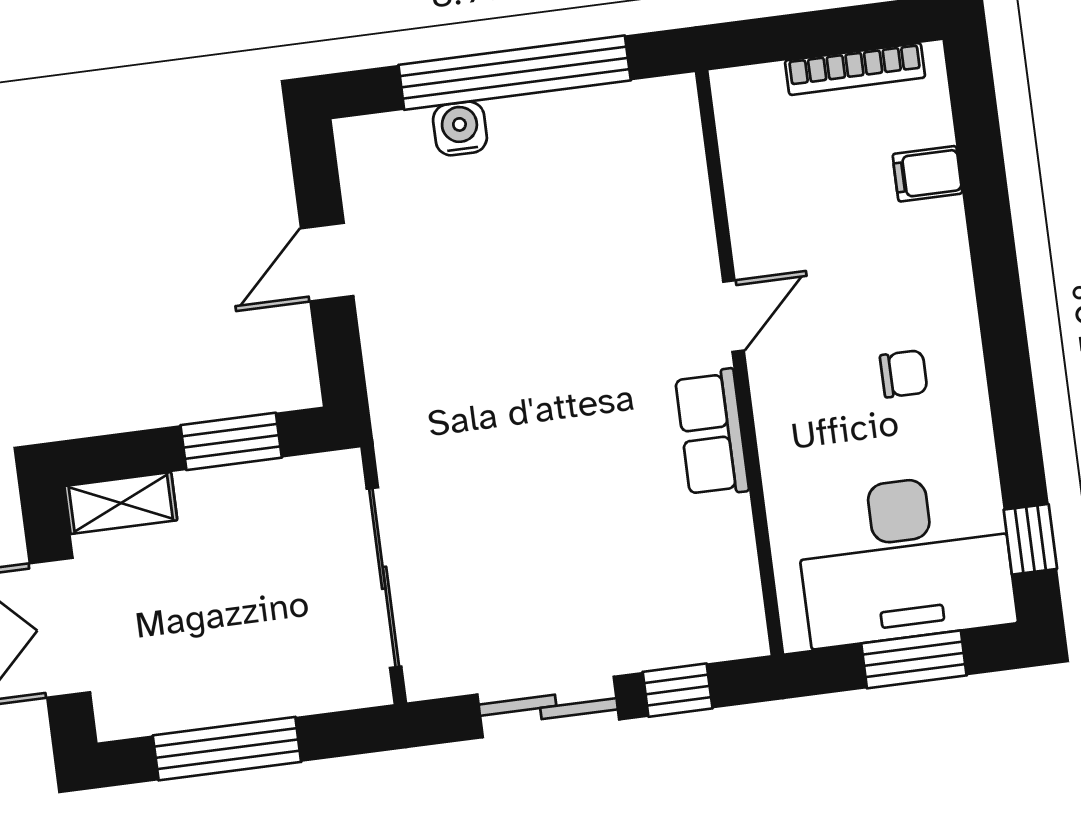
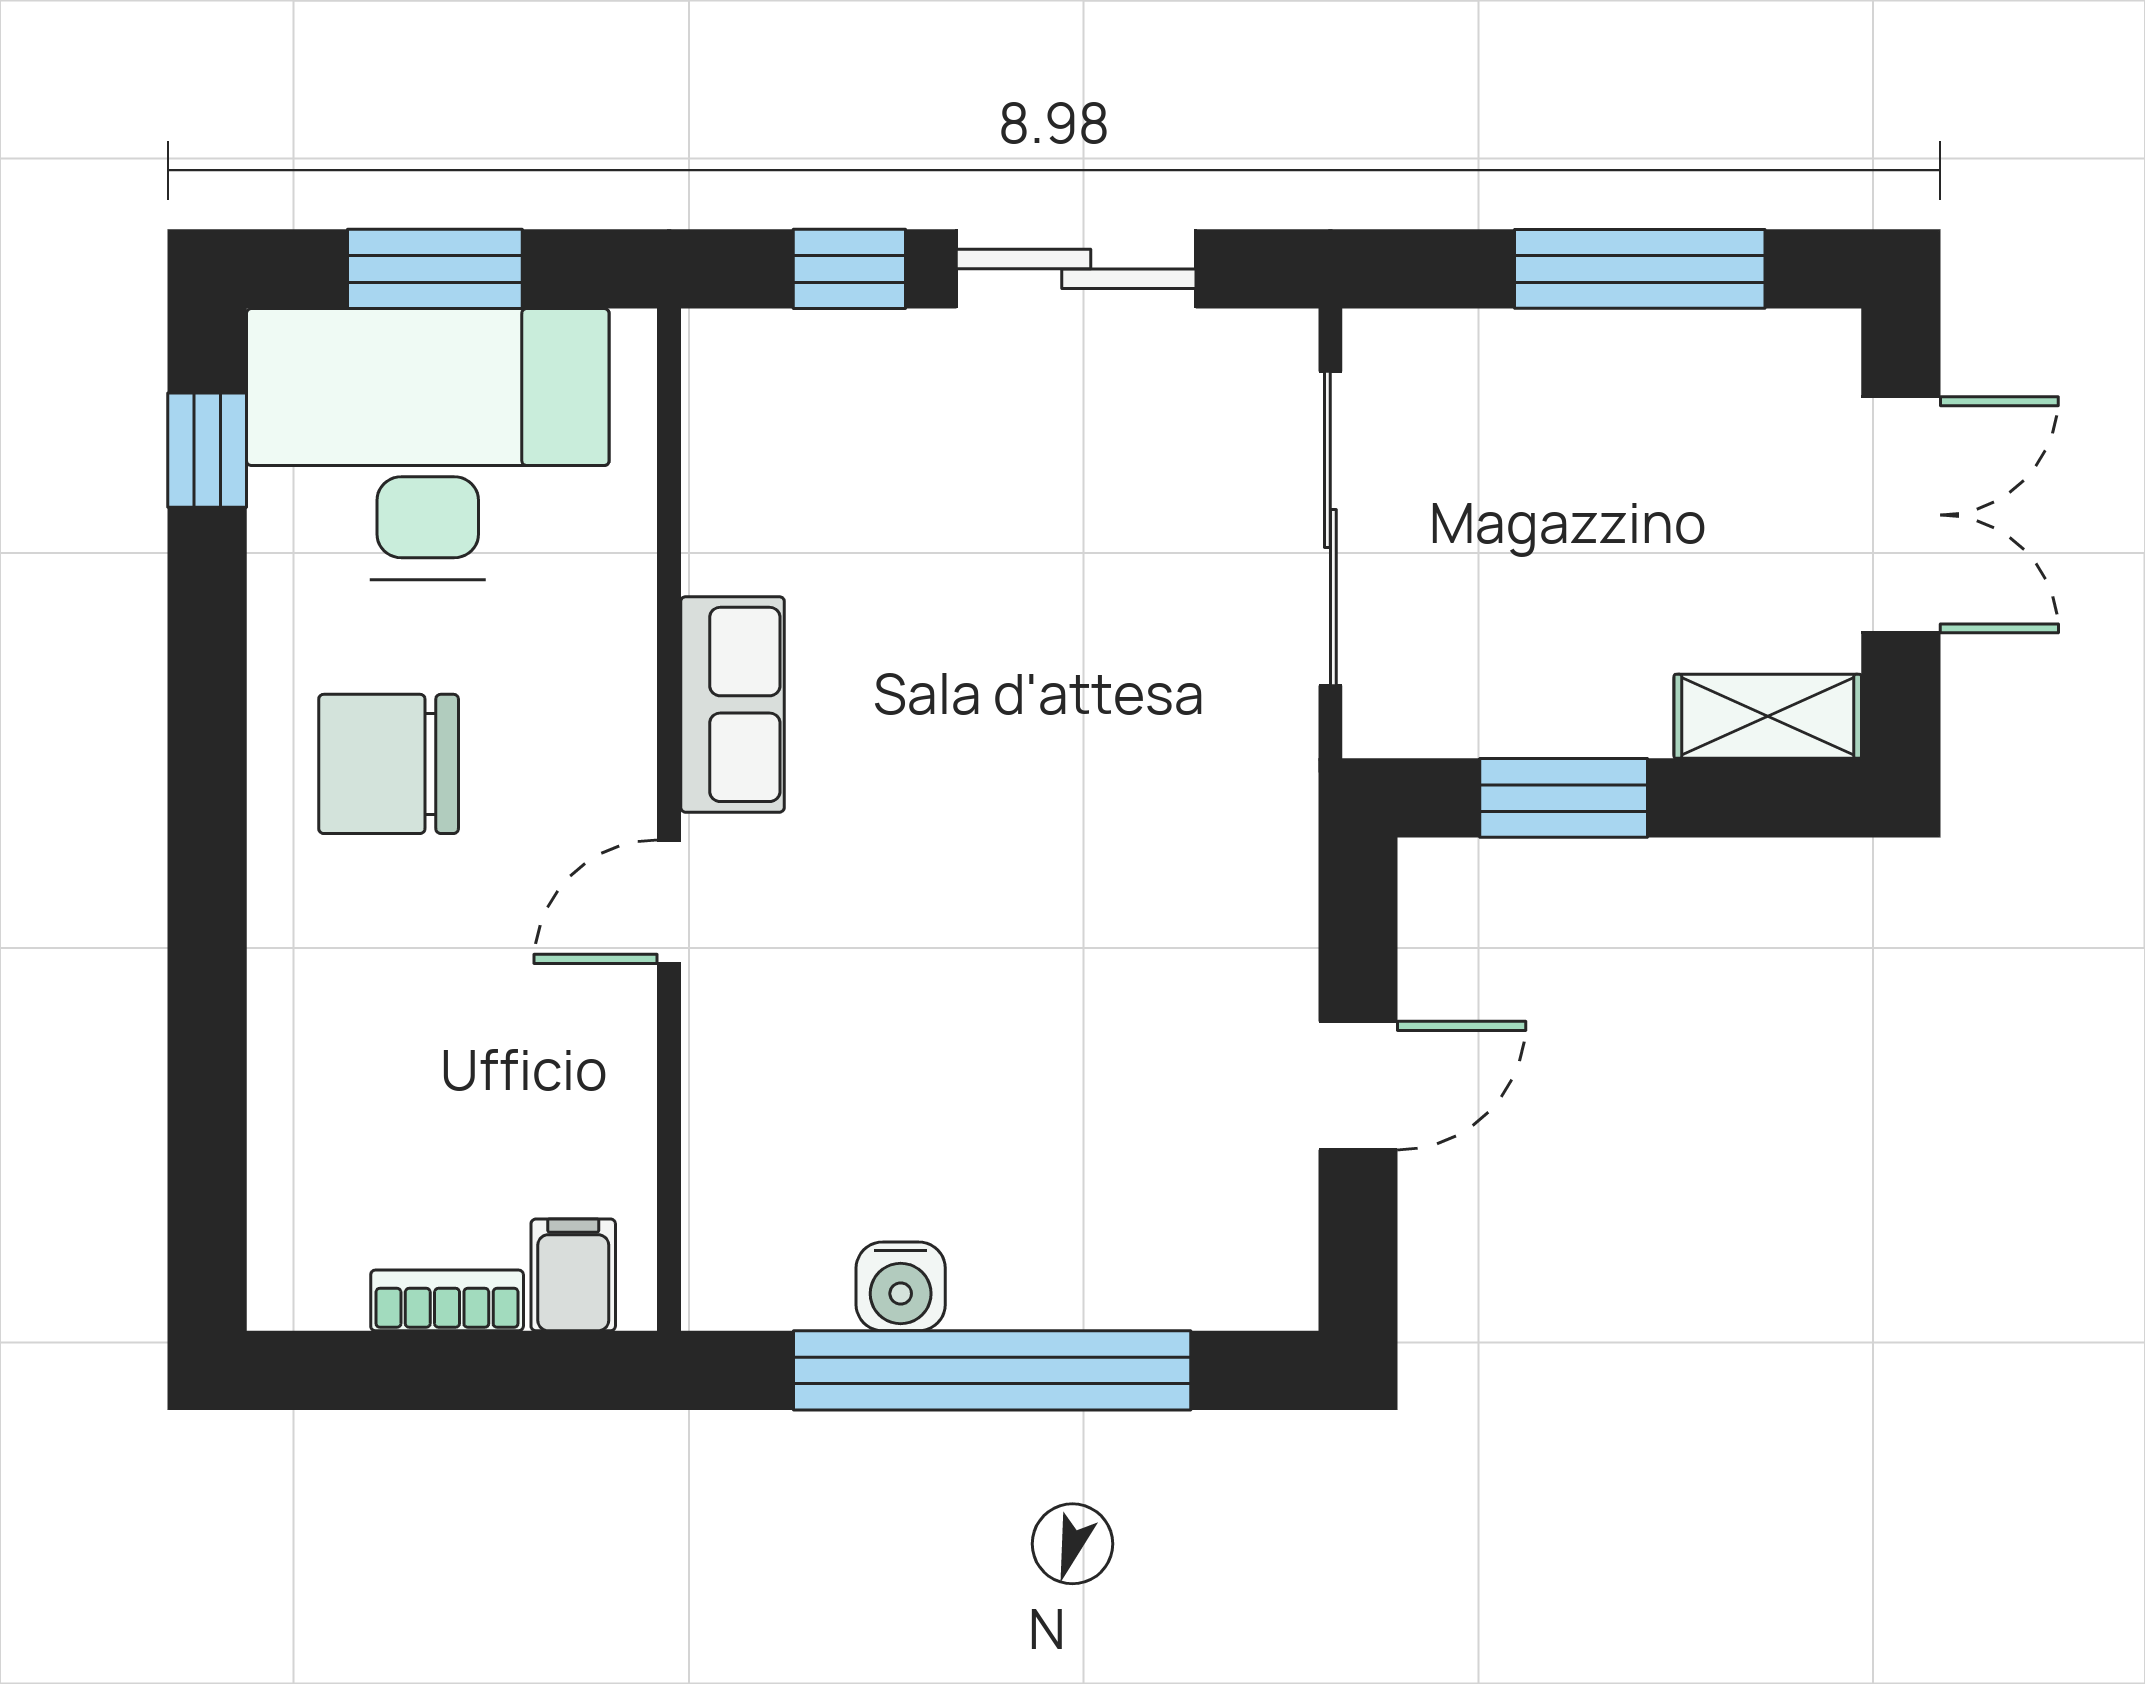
bookcase: (855, 69) -> (447, 1300), width x0.64
water cooler: (460, 128) -> (901, 1286), moved
filing cabinet: (927, 174) -> (573, 1275), moved, turned -90
chair: (904, 374) -> (389, 764), width x1.87, depth x1.87

